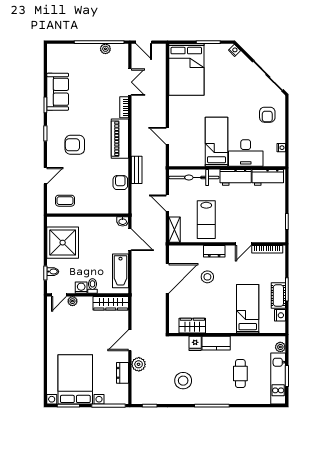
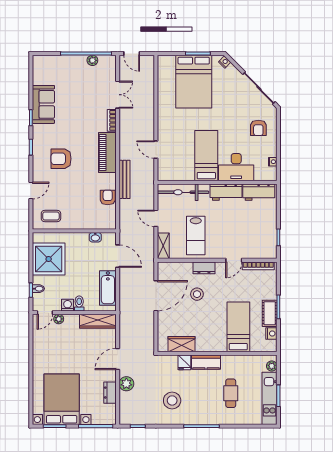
bed: (186, 70) -> (194, 82), moved
bench: (137, 170) -> (125, 179), width x1.36
washbasin: (123, 221) -> (95, 237), moved

